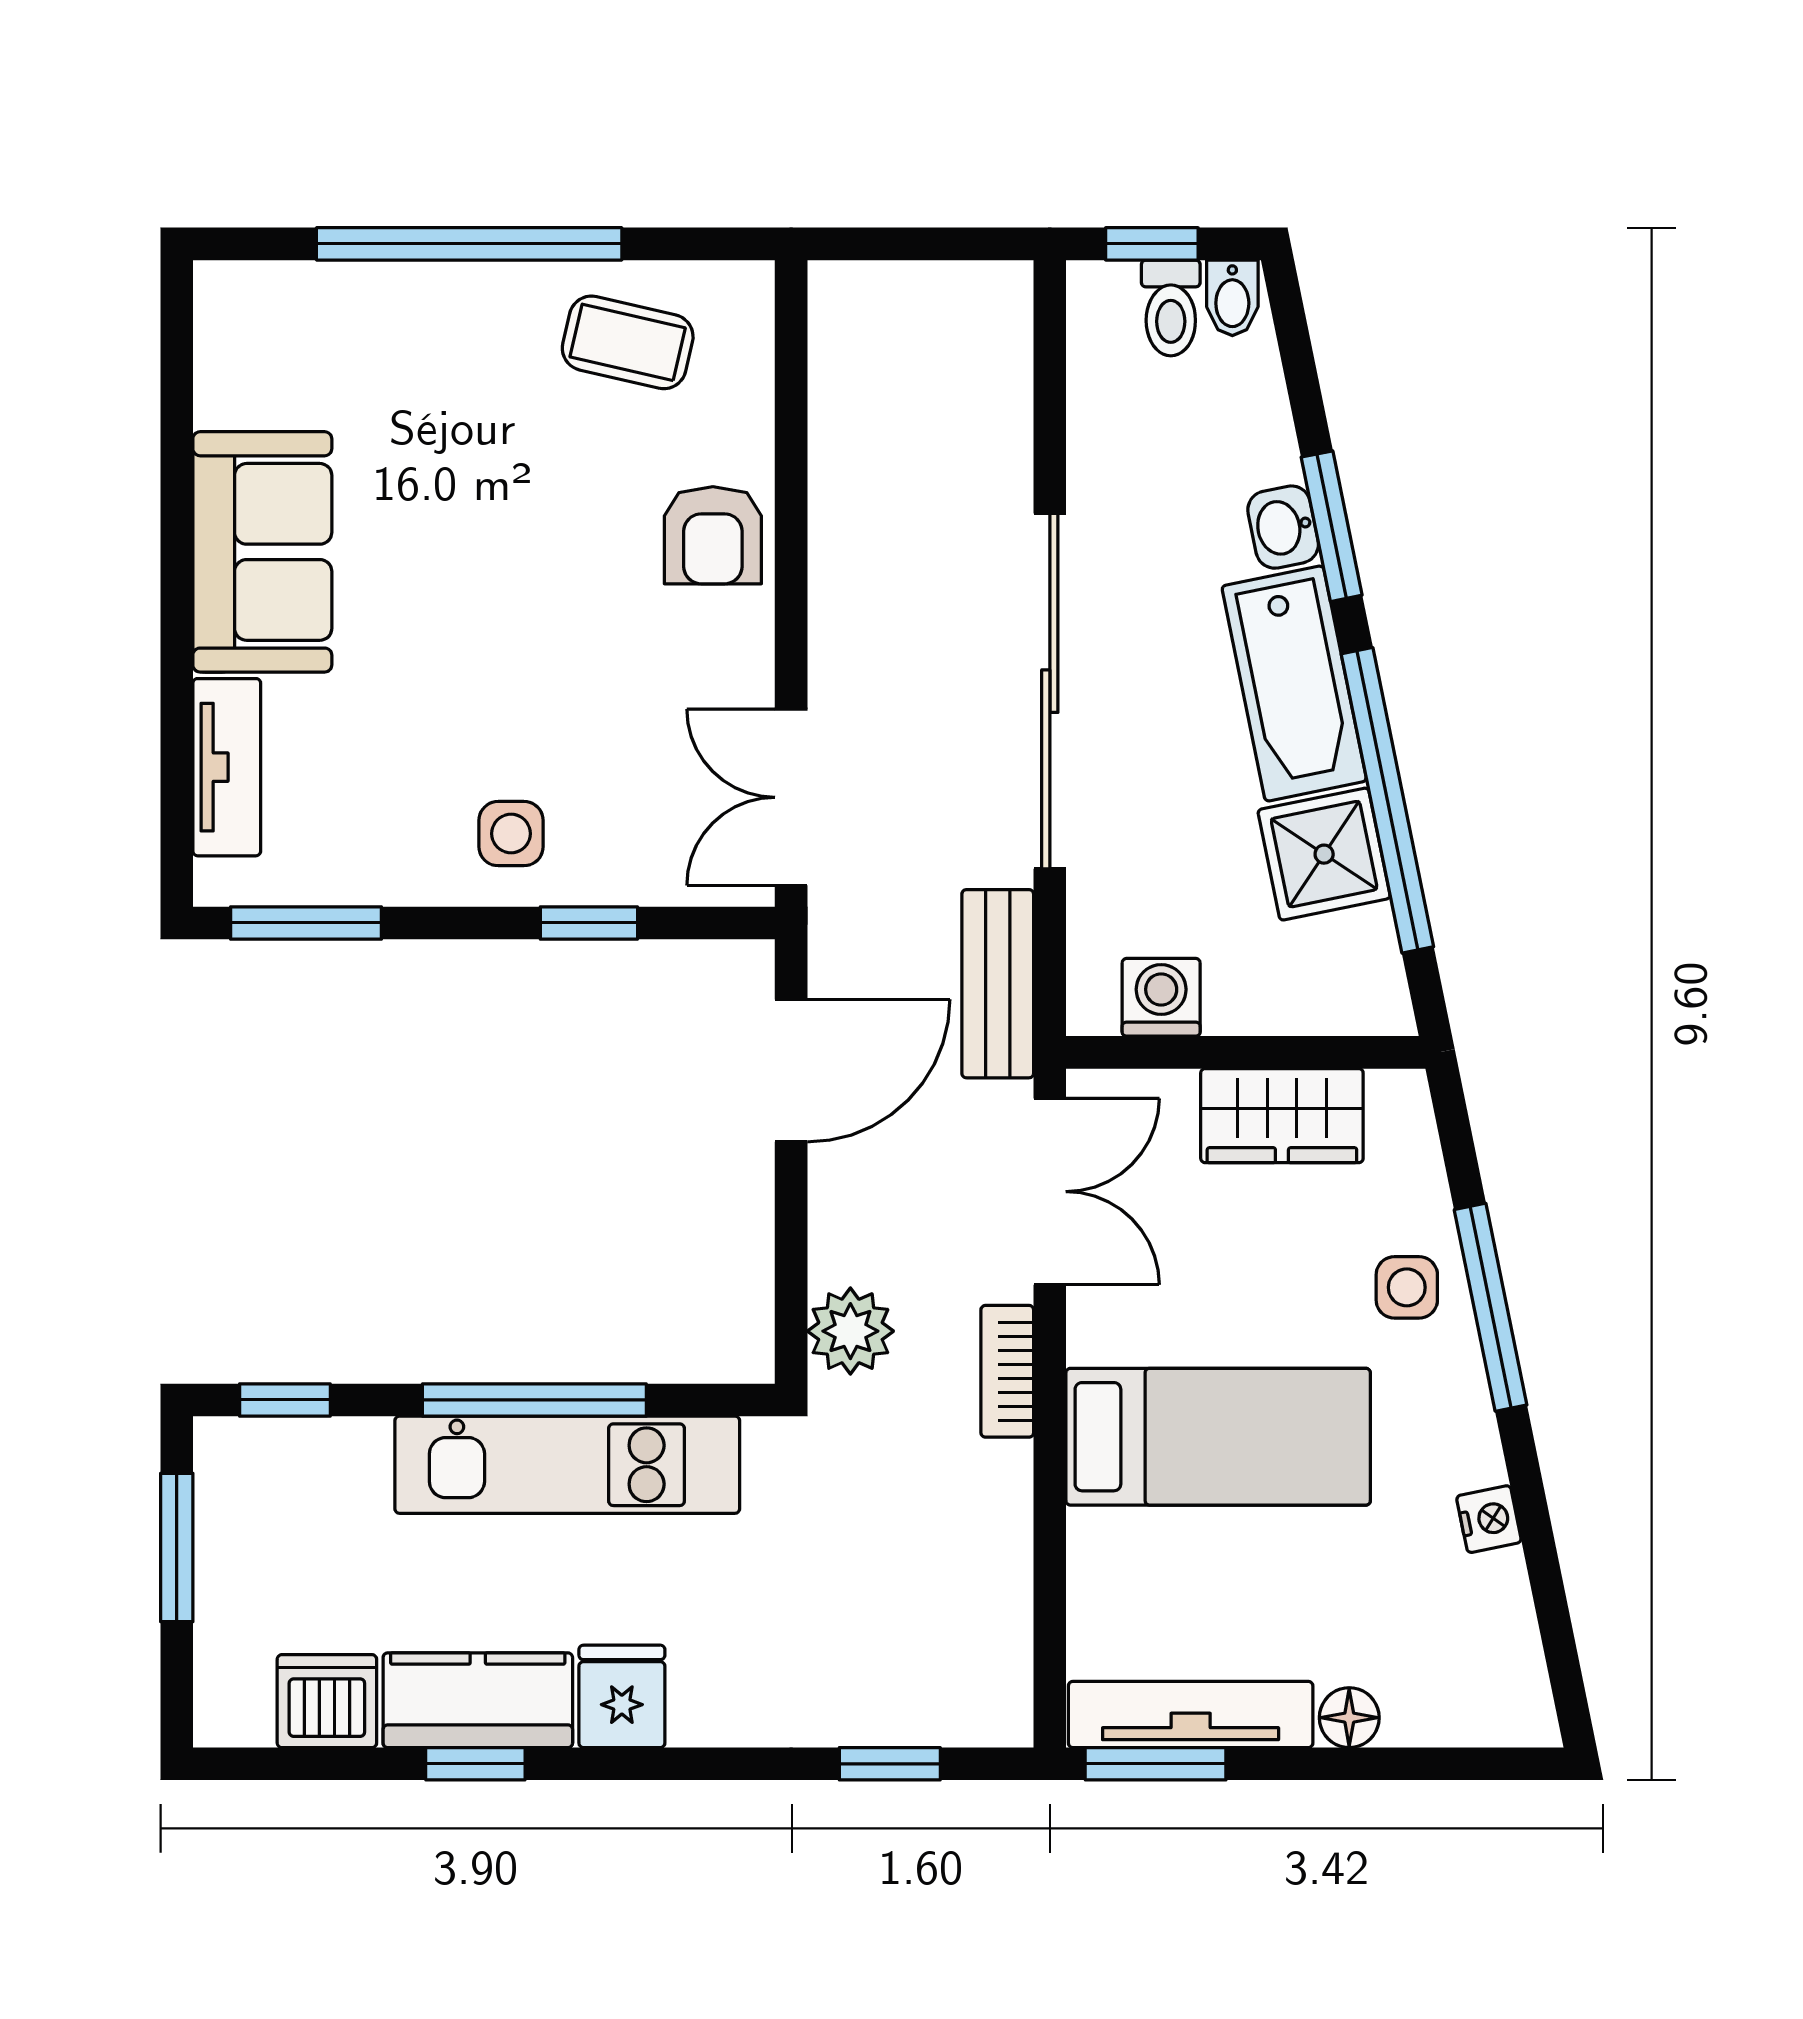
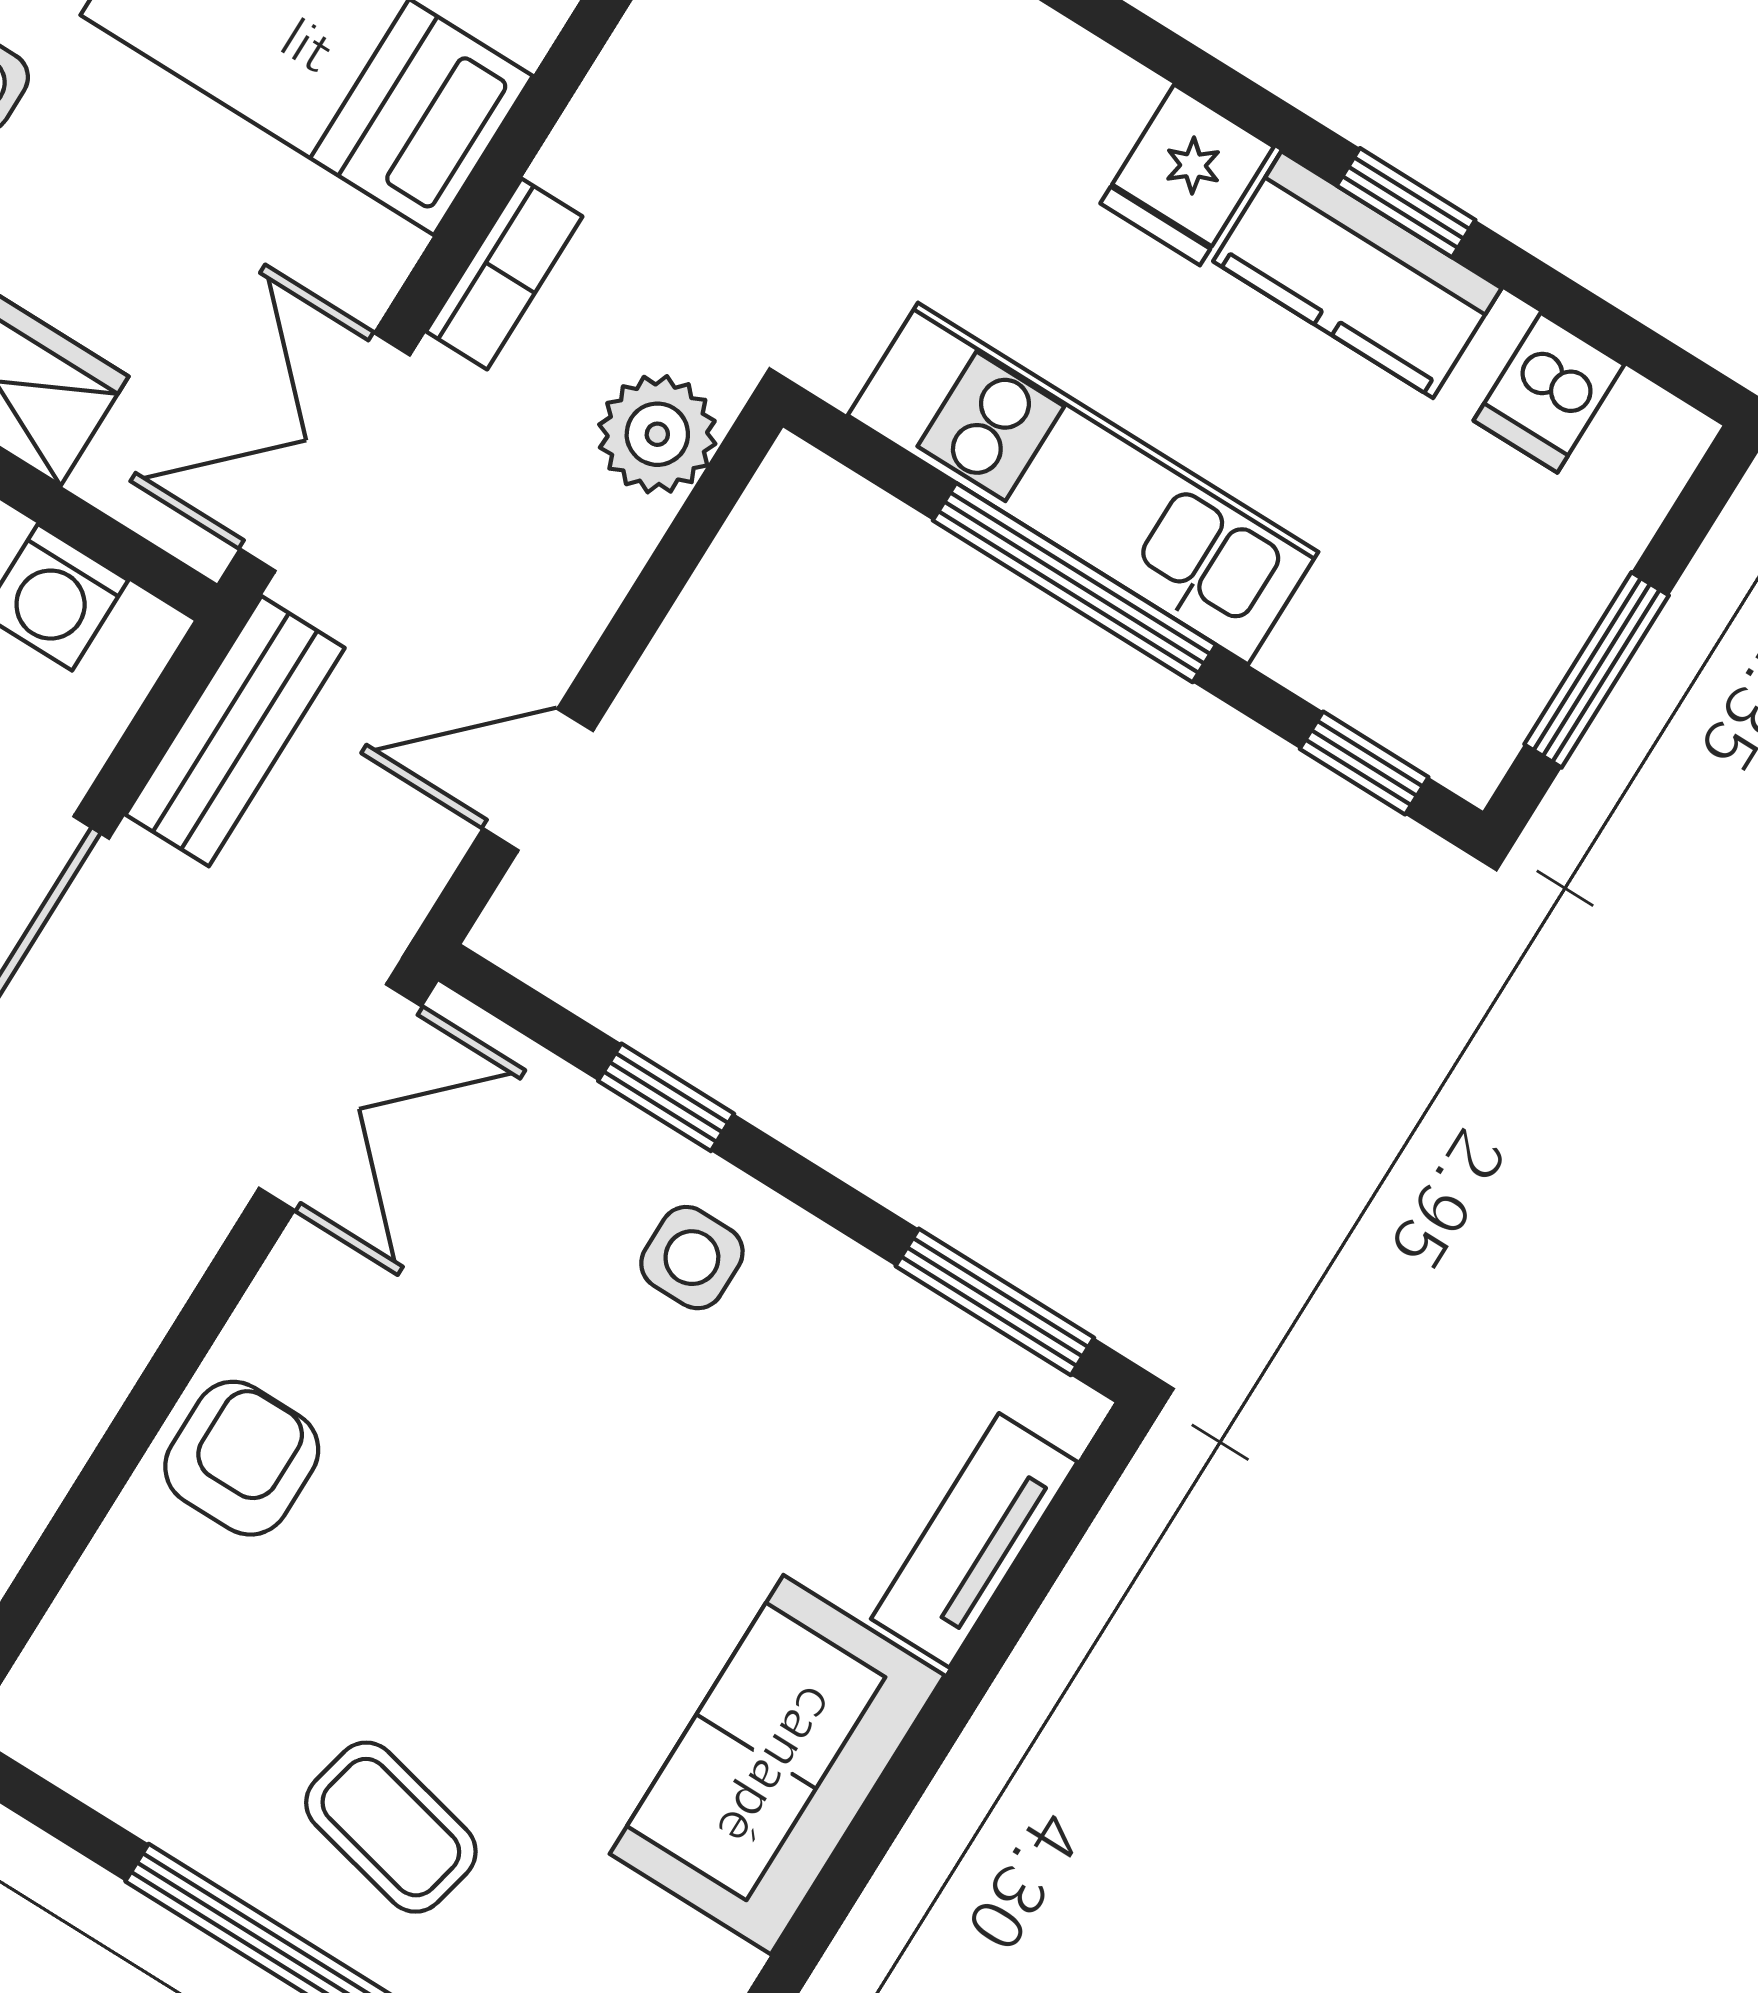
coffee table: (628, 342) -> (391, 1827), moved
door: (791, 1071) -> (538, 780), width x0.73
dishwasher: (327, 1701) -> (1549, 393), width x0.73

